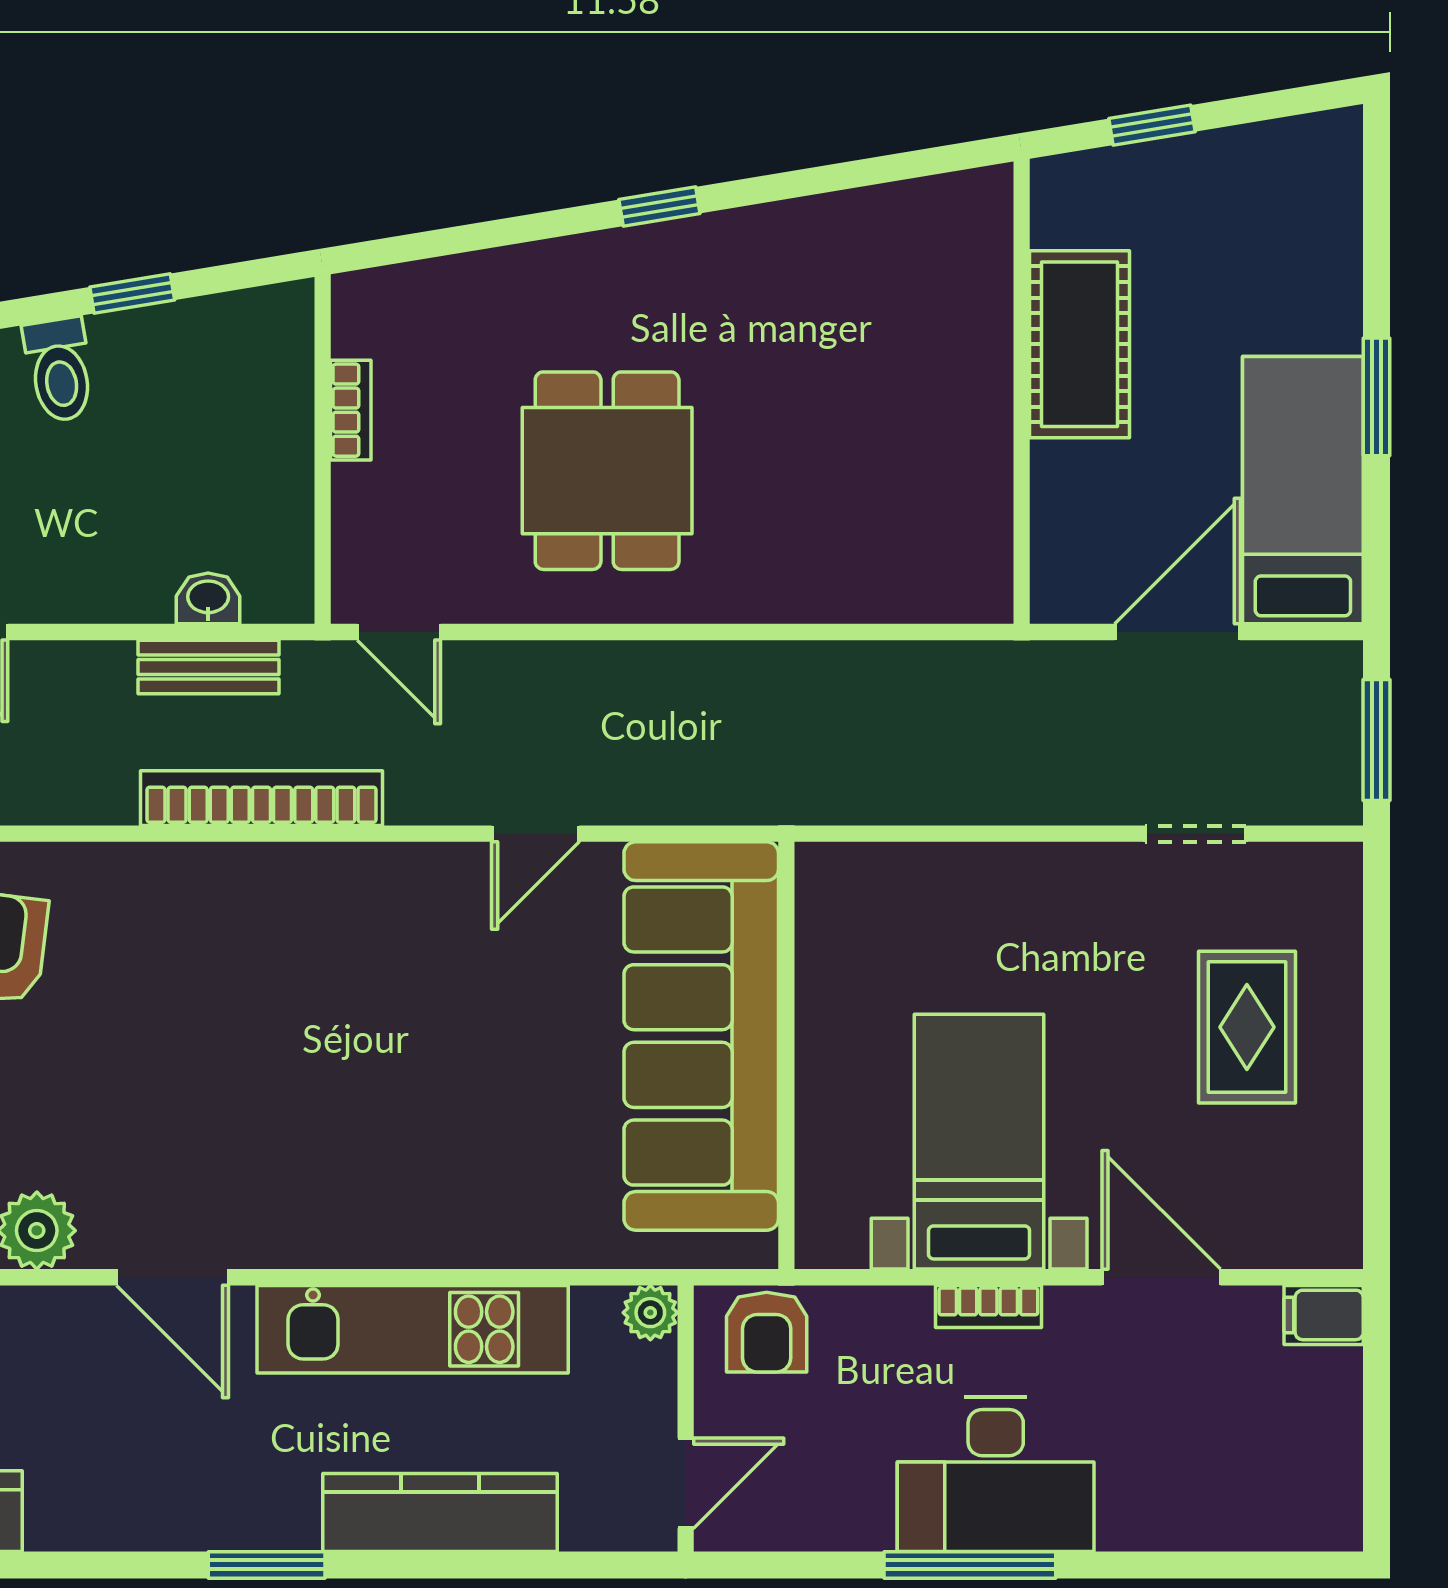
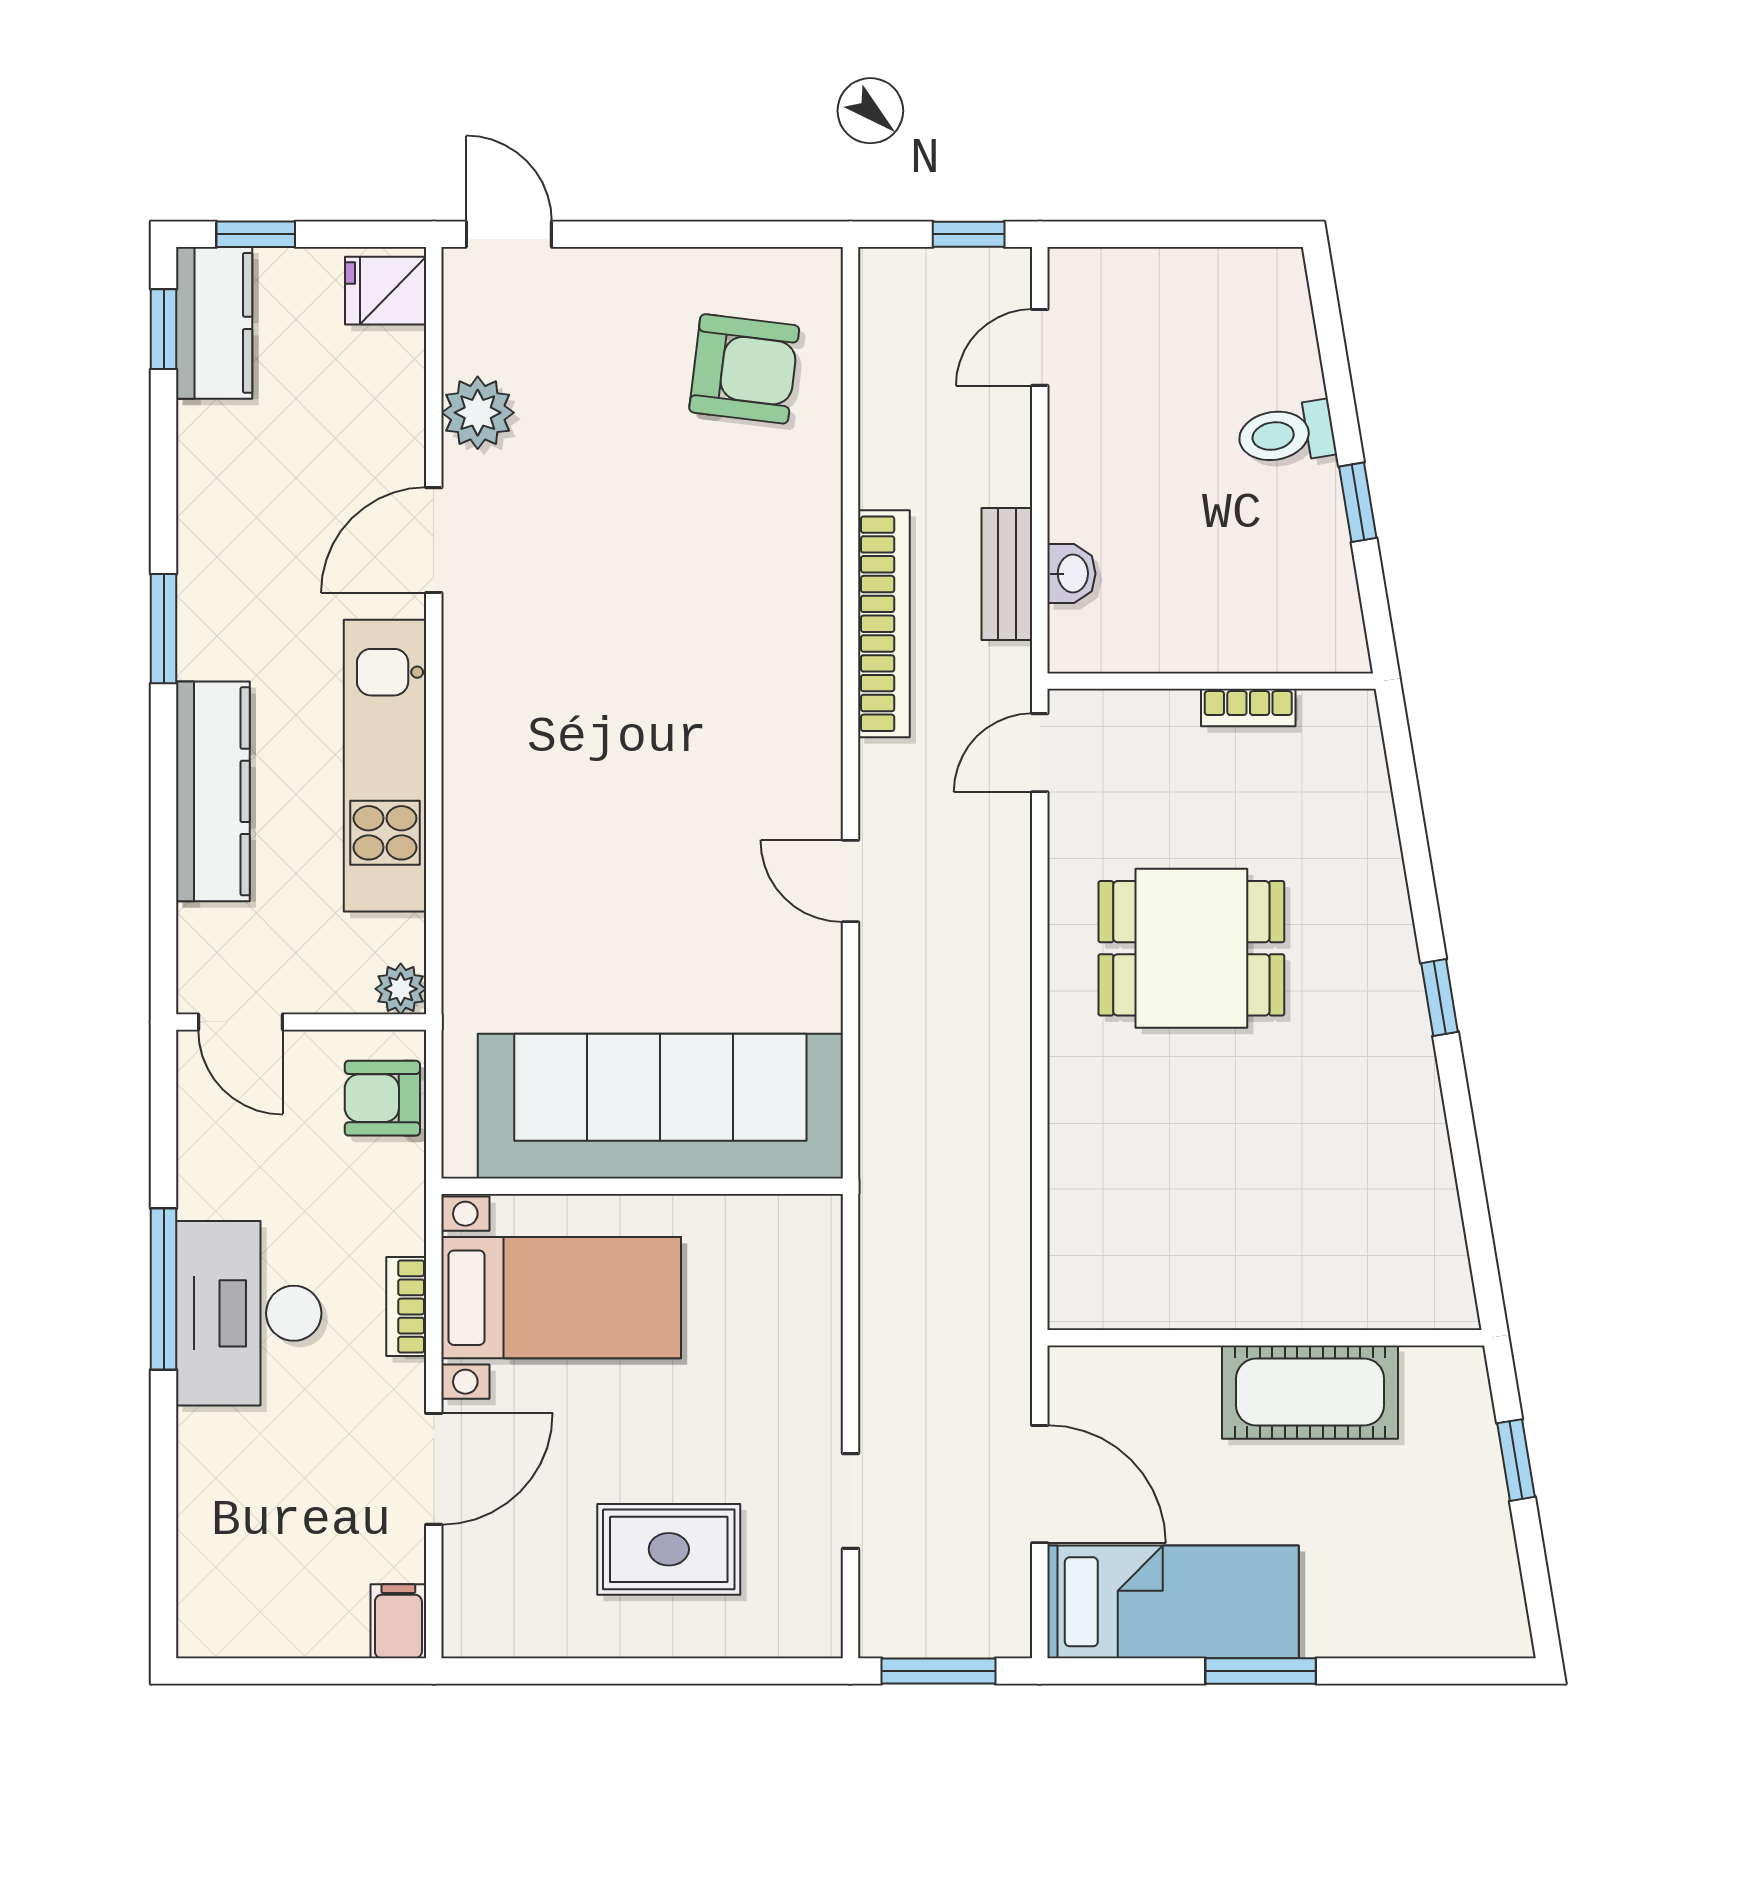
sofa: (701, 1036) -> (660, 1106), moved
wall: (786, 1055) -> (642, 1186), moved

